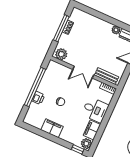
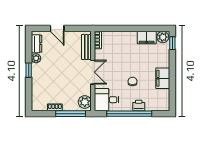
window: (109, 19) -> (29, 70), added
window: (61, 28) -> (71, 114), moved
desk: (95, 110) -> (107, 100), moved, turned -90

